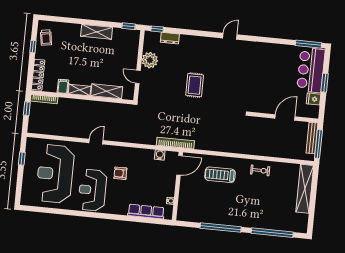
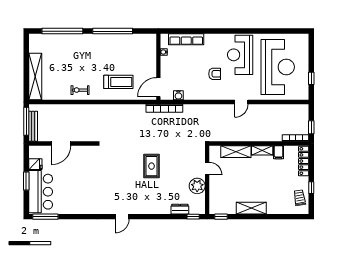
reception desk: (92, 190) -> (240, 55), turned 180

